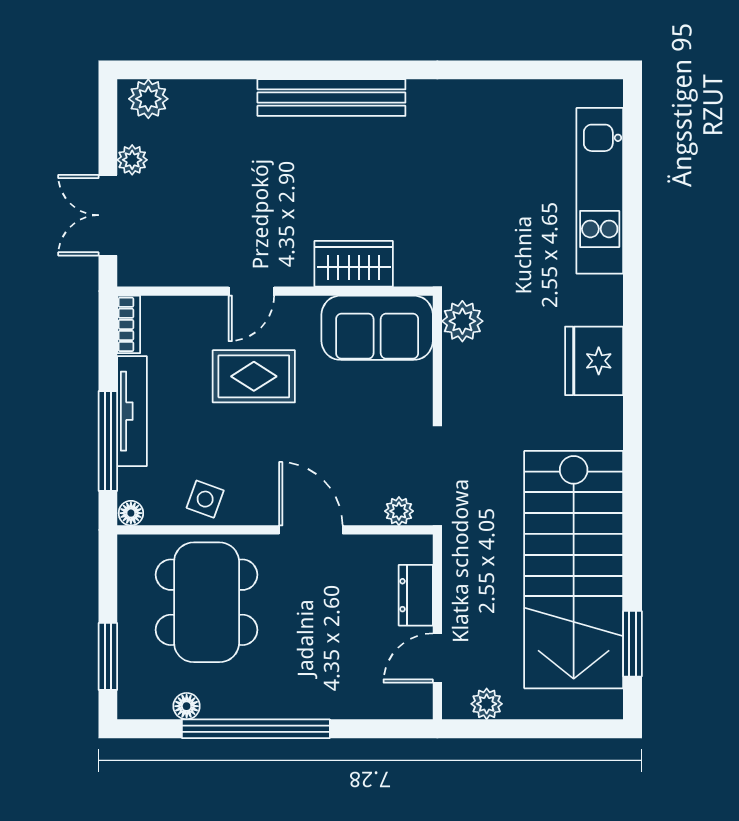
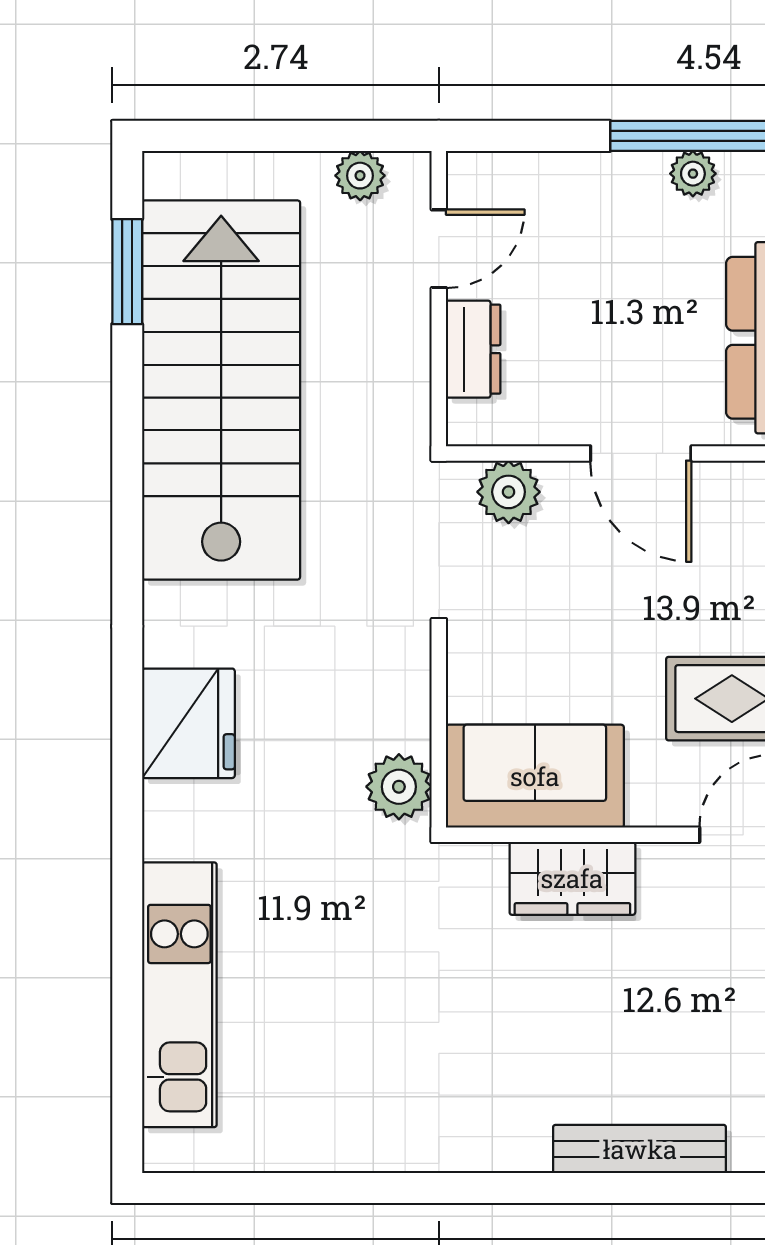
bench: (331, 98) -> (640, 1149), width x0.73, depth x0.82
plant: (399, 511) -> (509, 492), width x1.38, depth x1.38
plant: (278, 705) -> (693, 174), added

